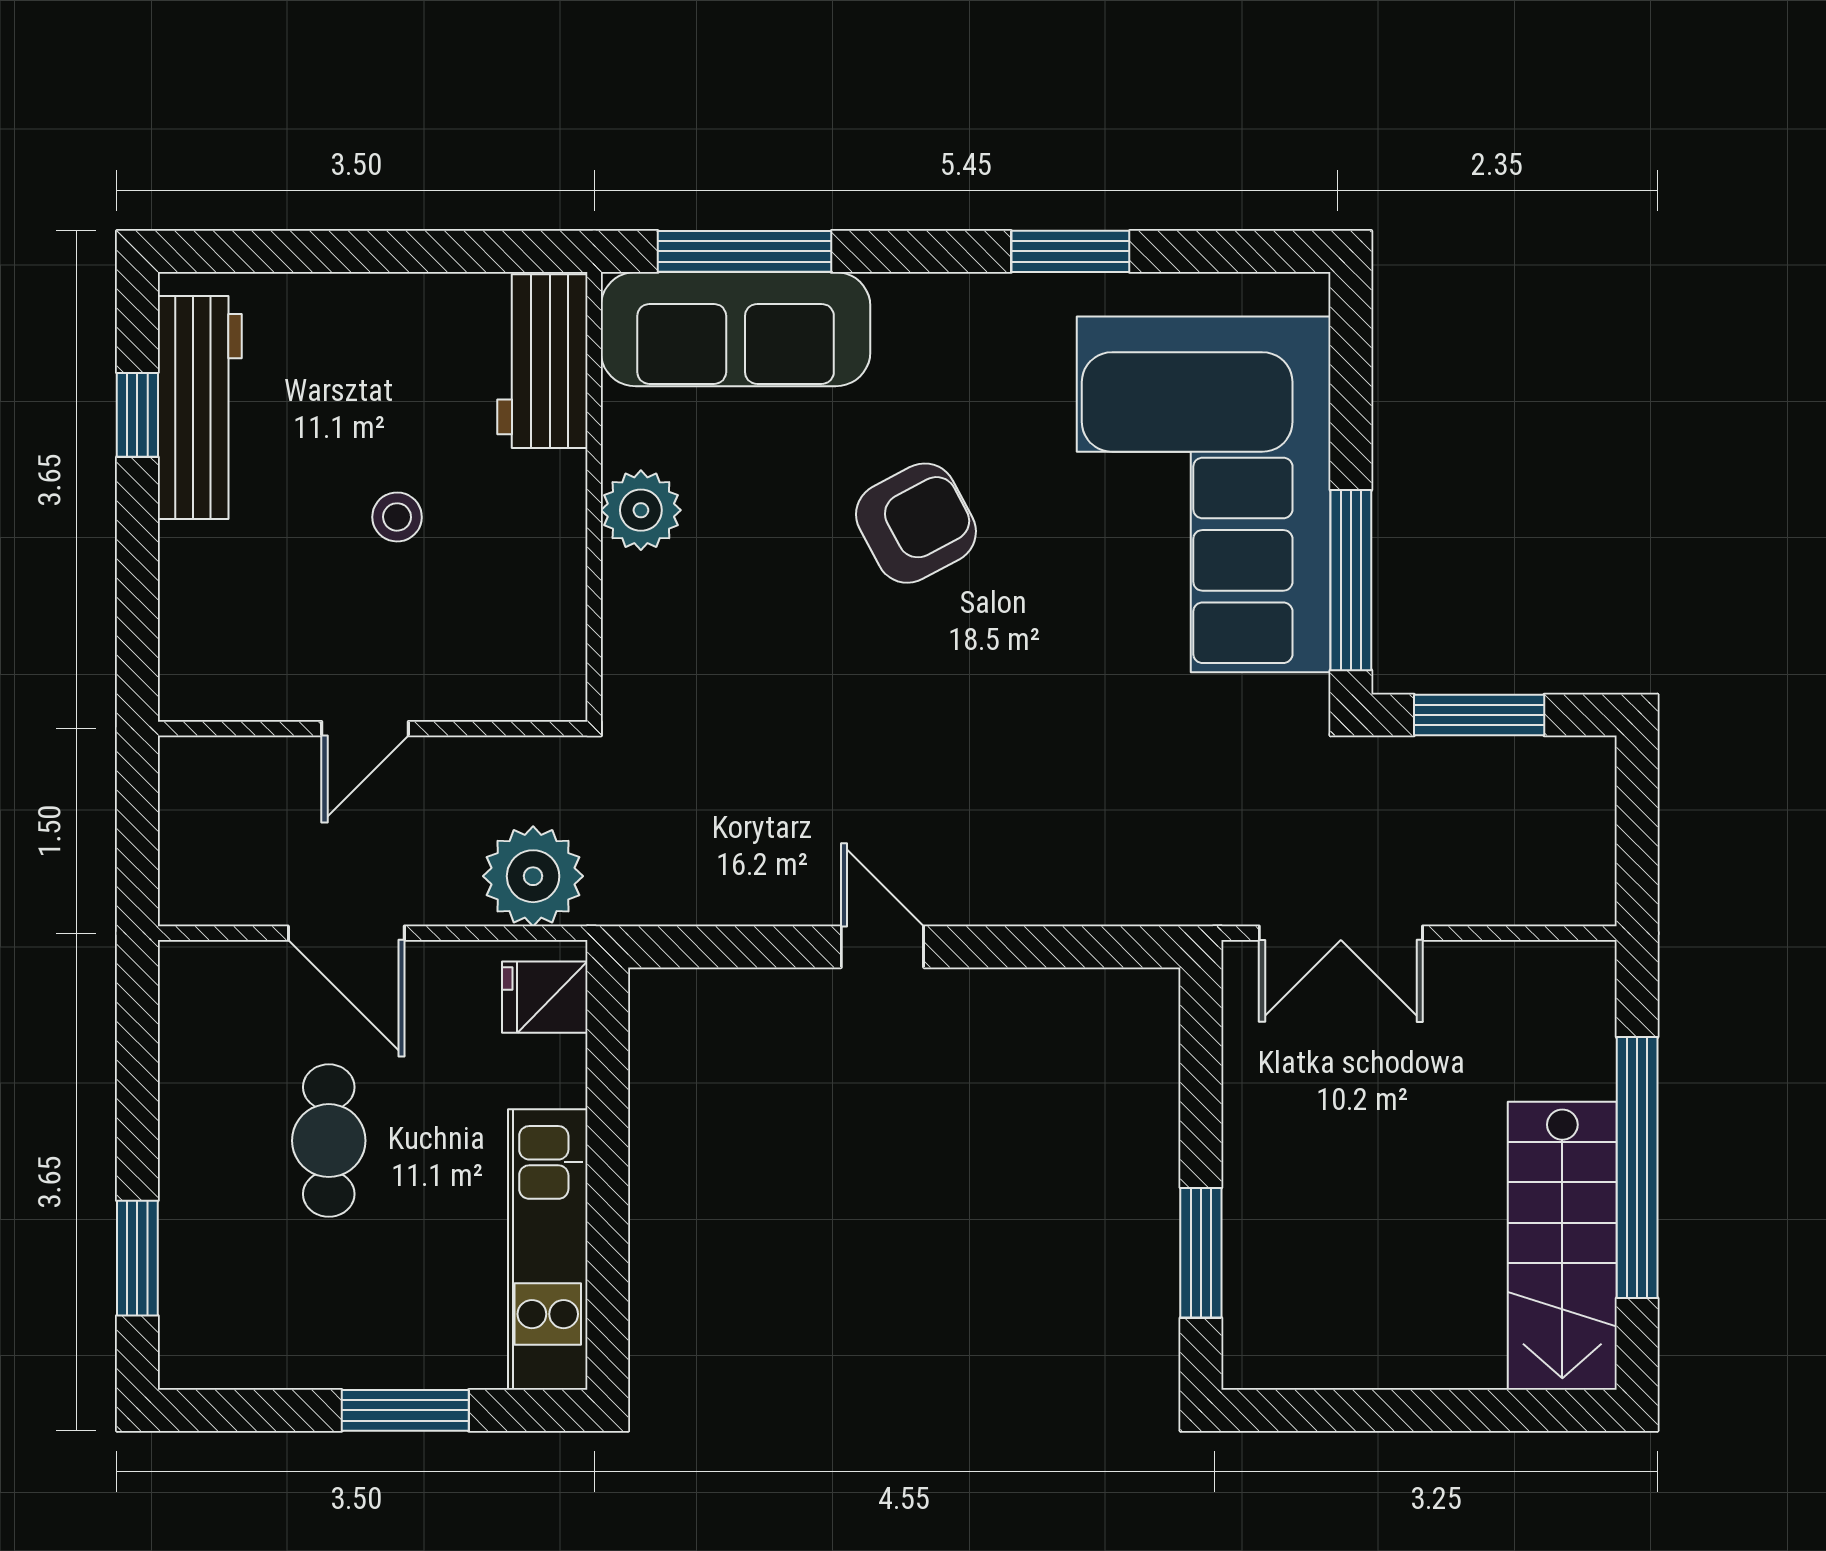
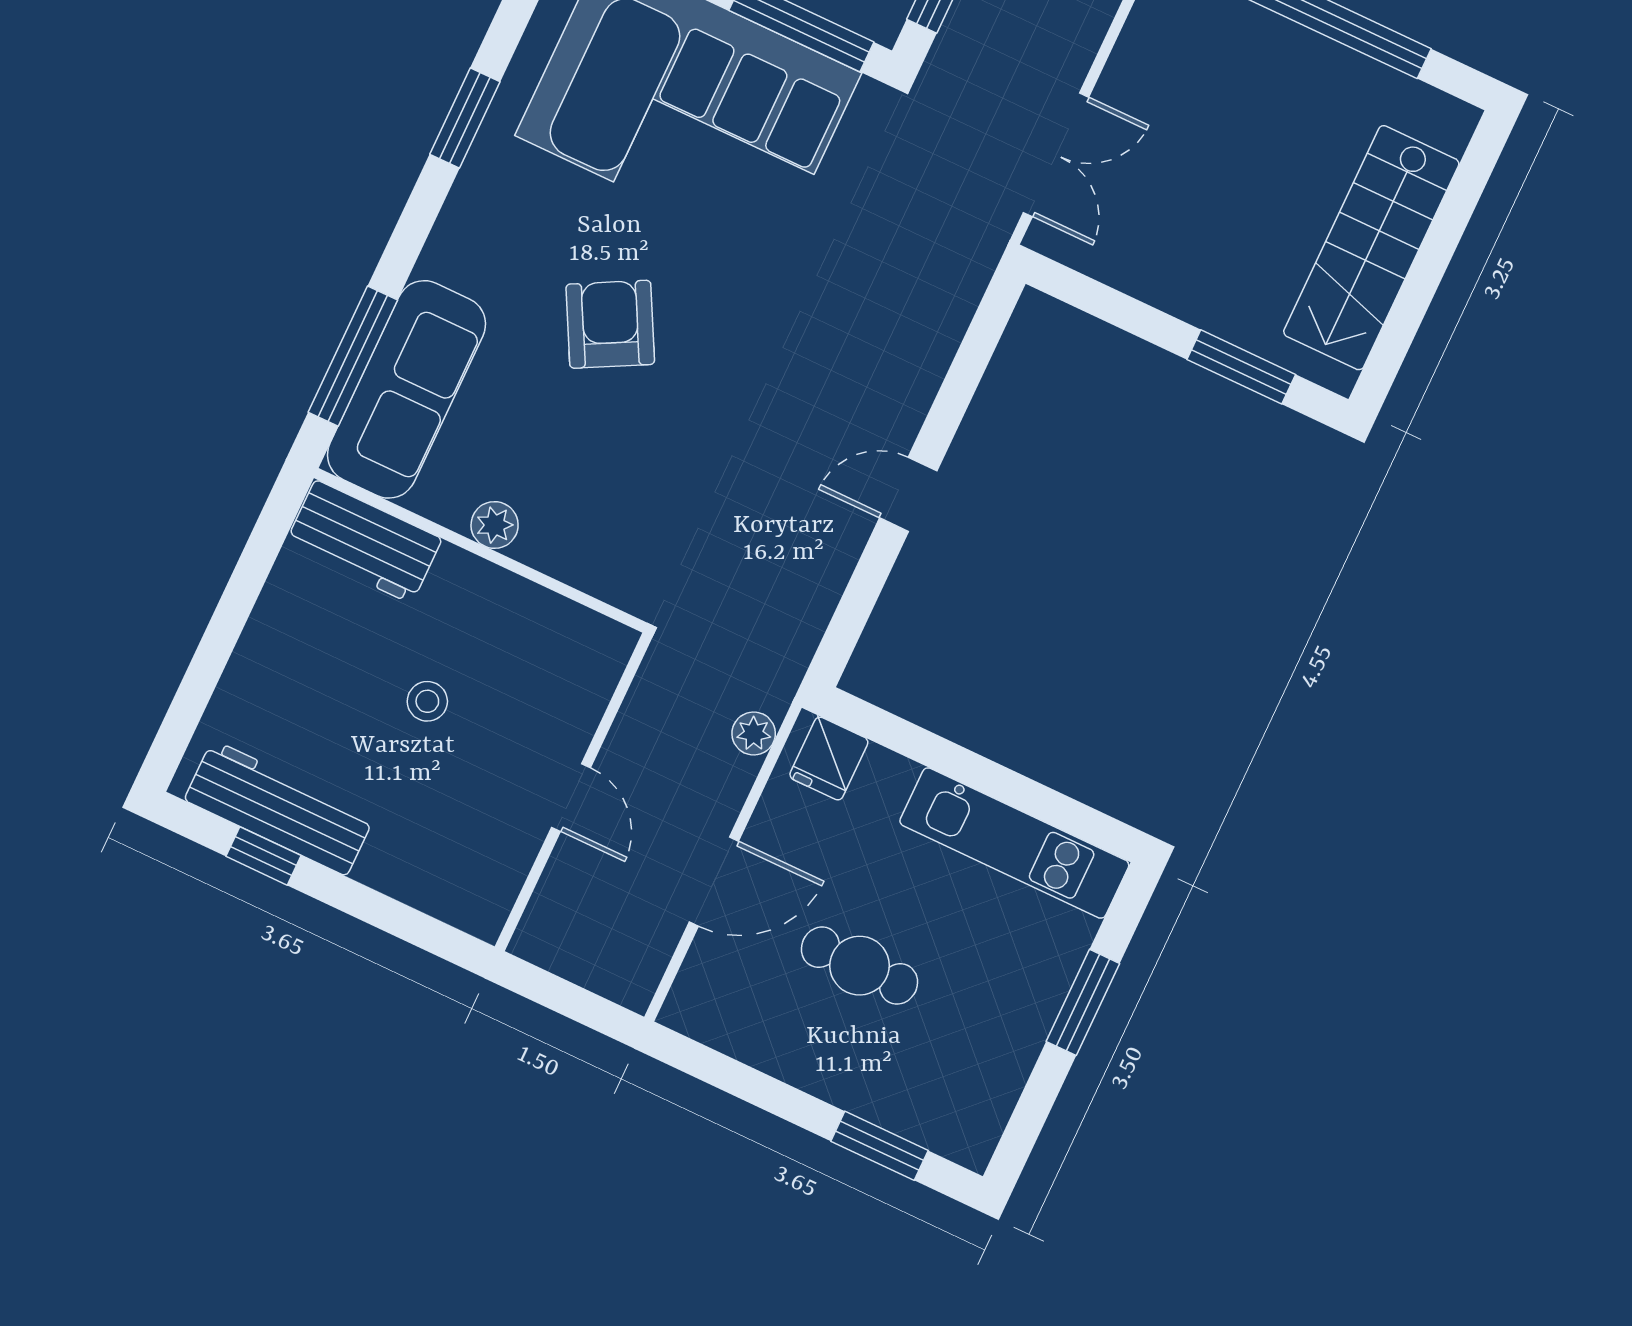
plant: (641, 510) -> (495, 525), width x0.73, depth x0.73
plant: (533, 876) -> (754, 733), width x0.53, depth x0.53
stairs: (1562, 1246) -> (1371, 248), moved, turned 90

